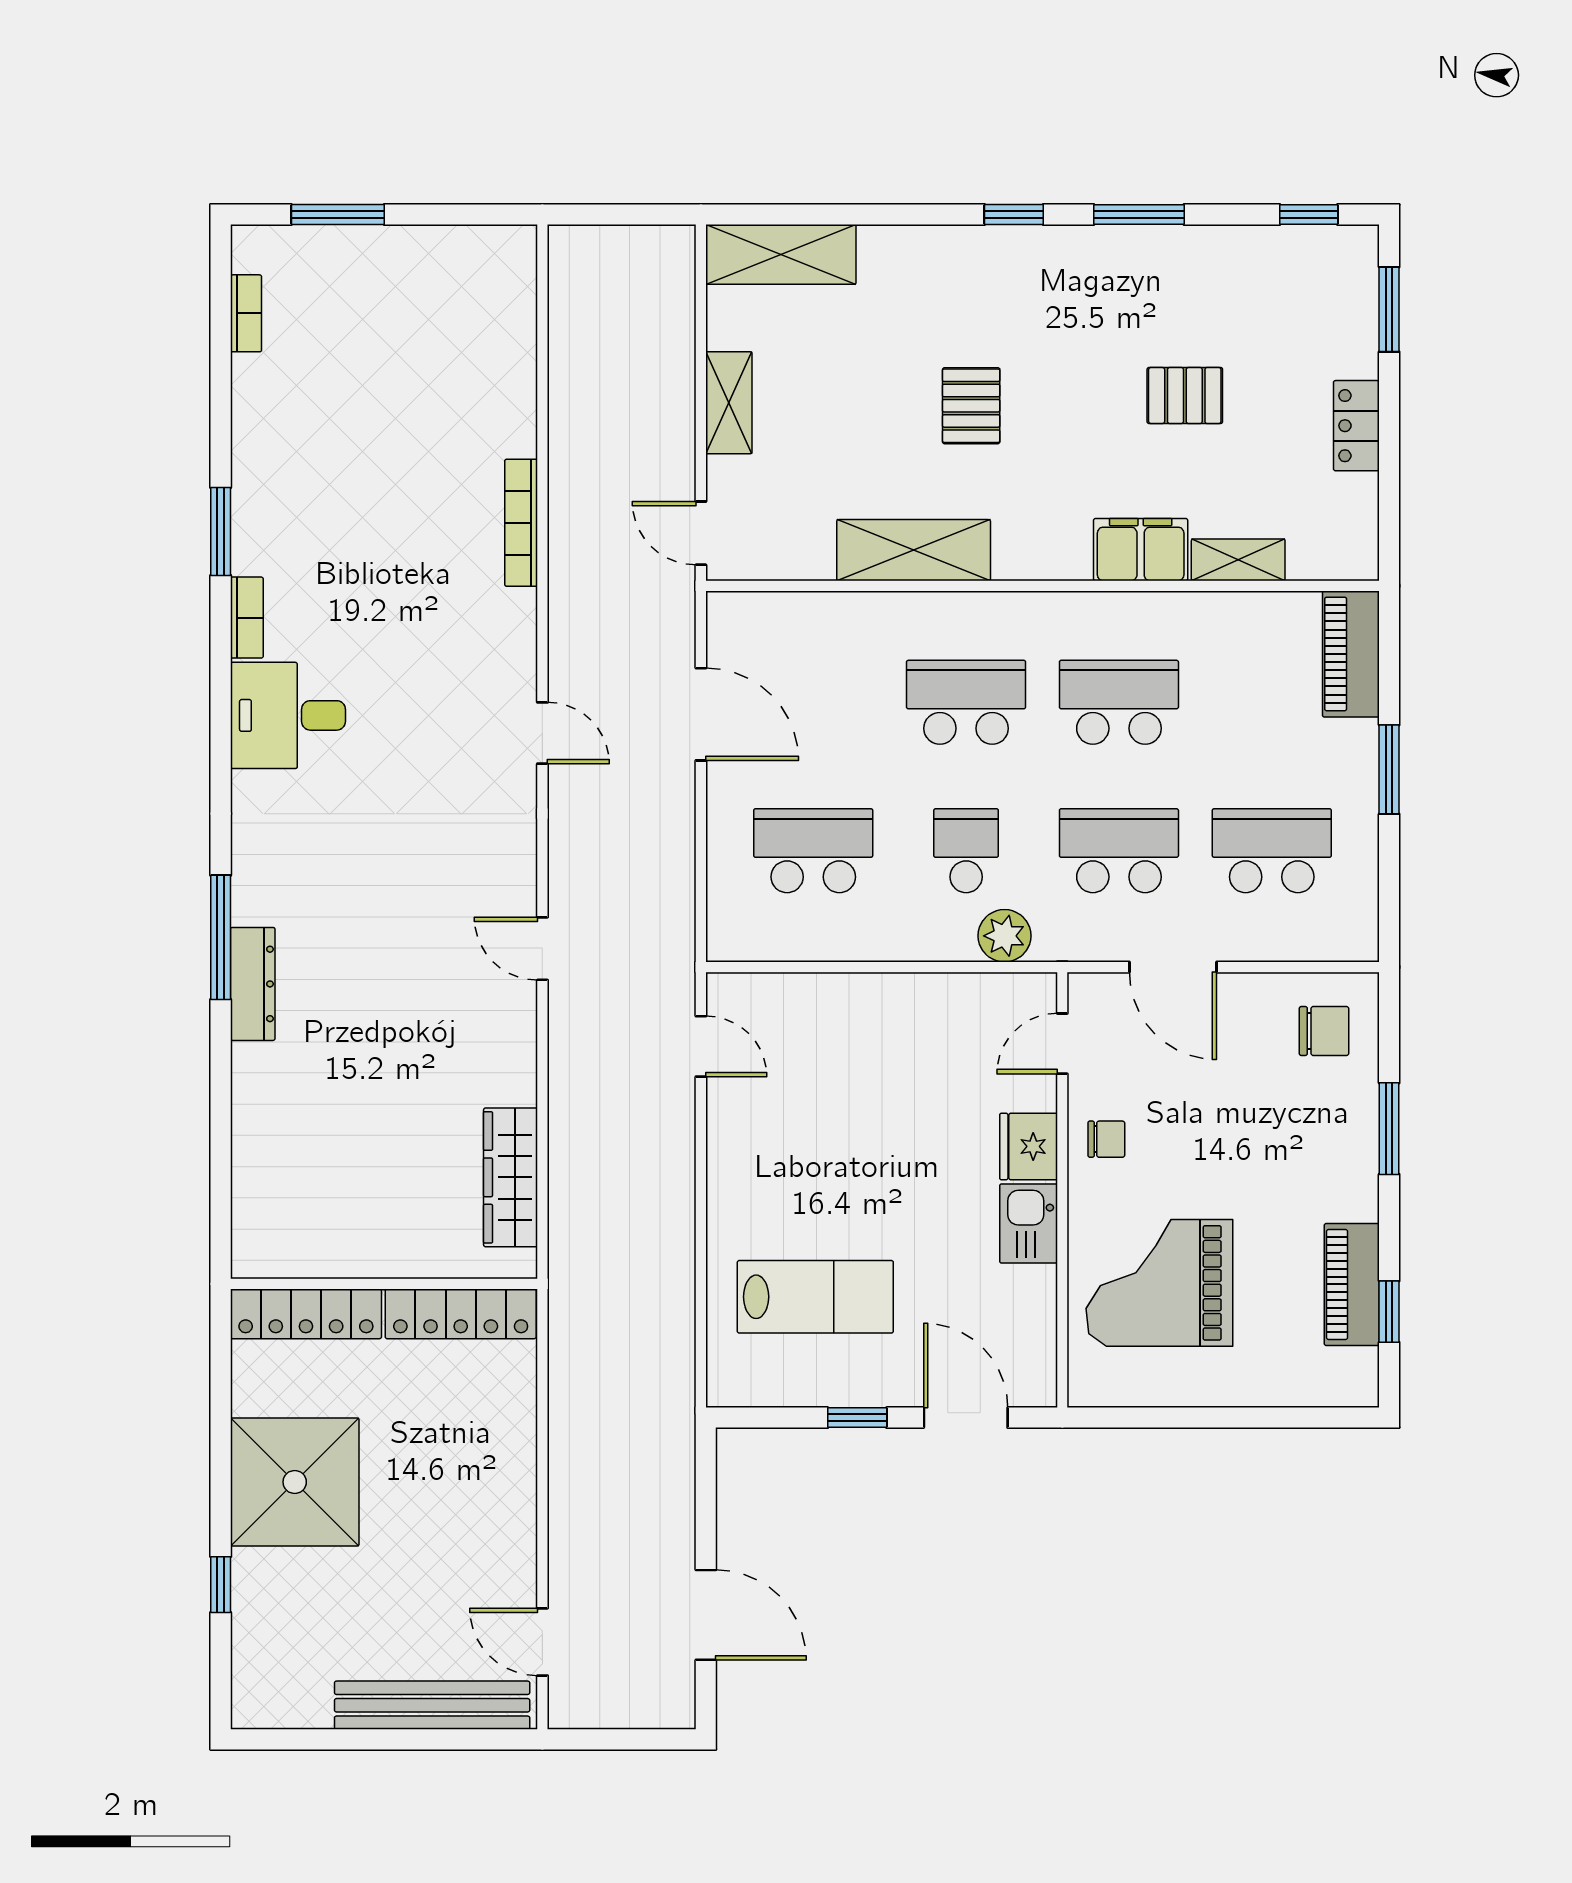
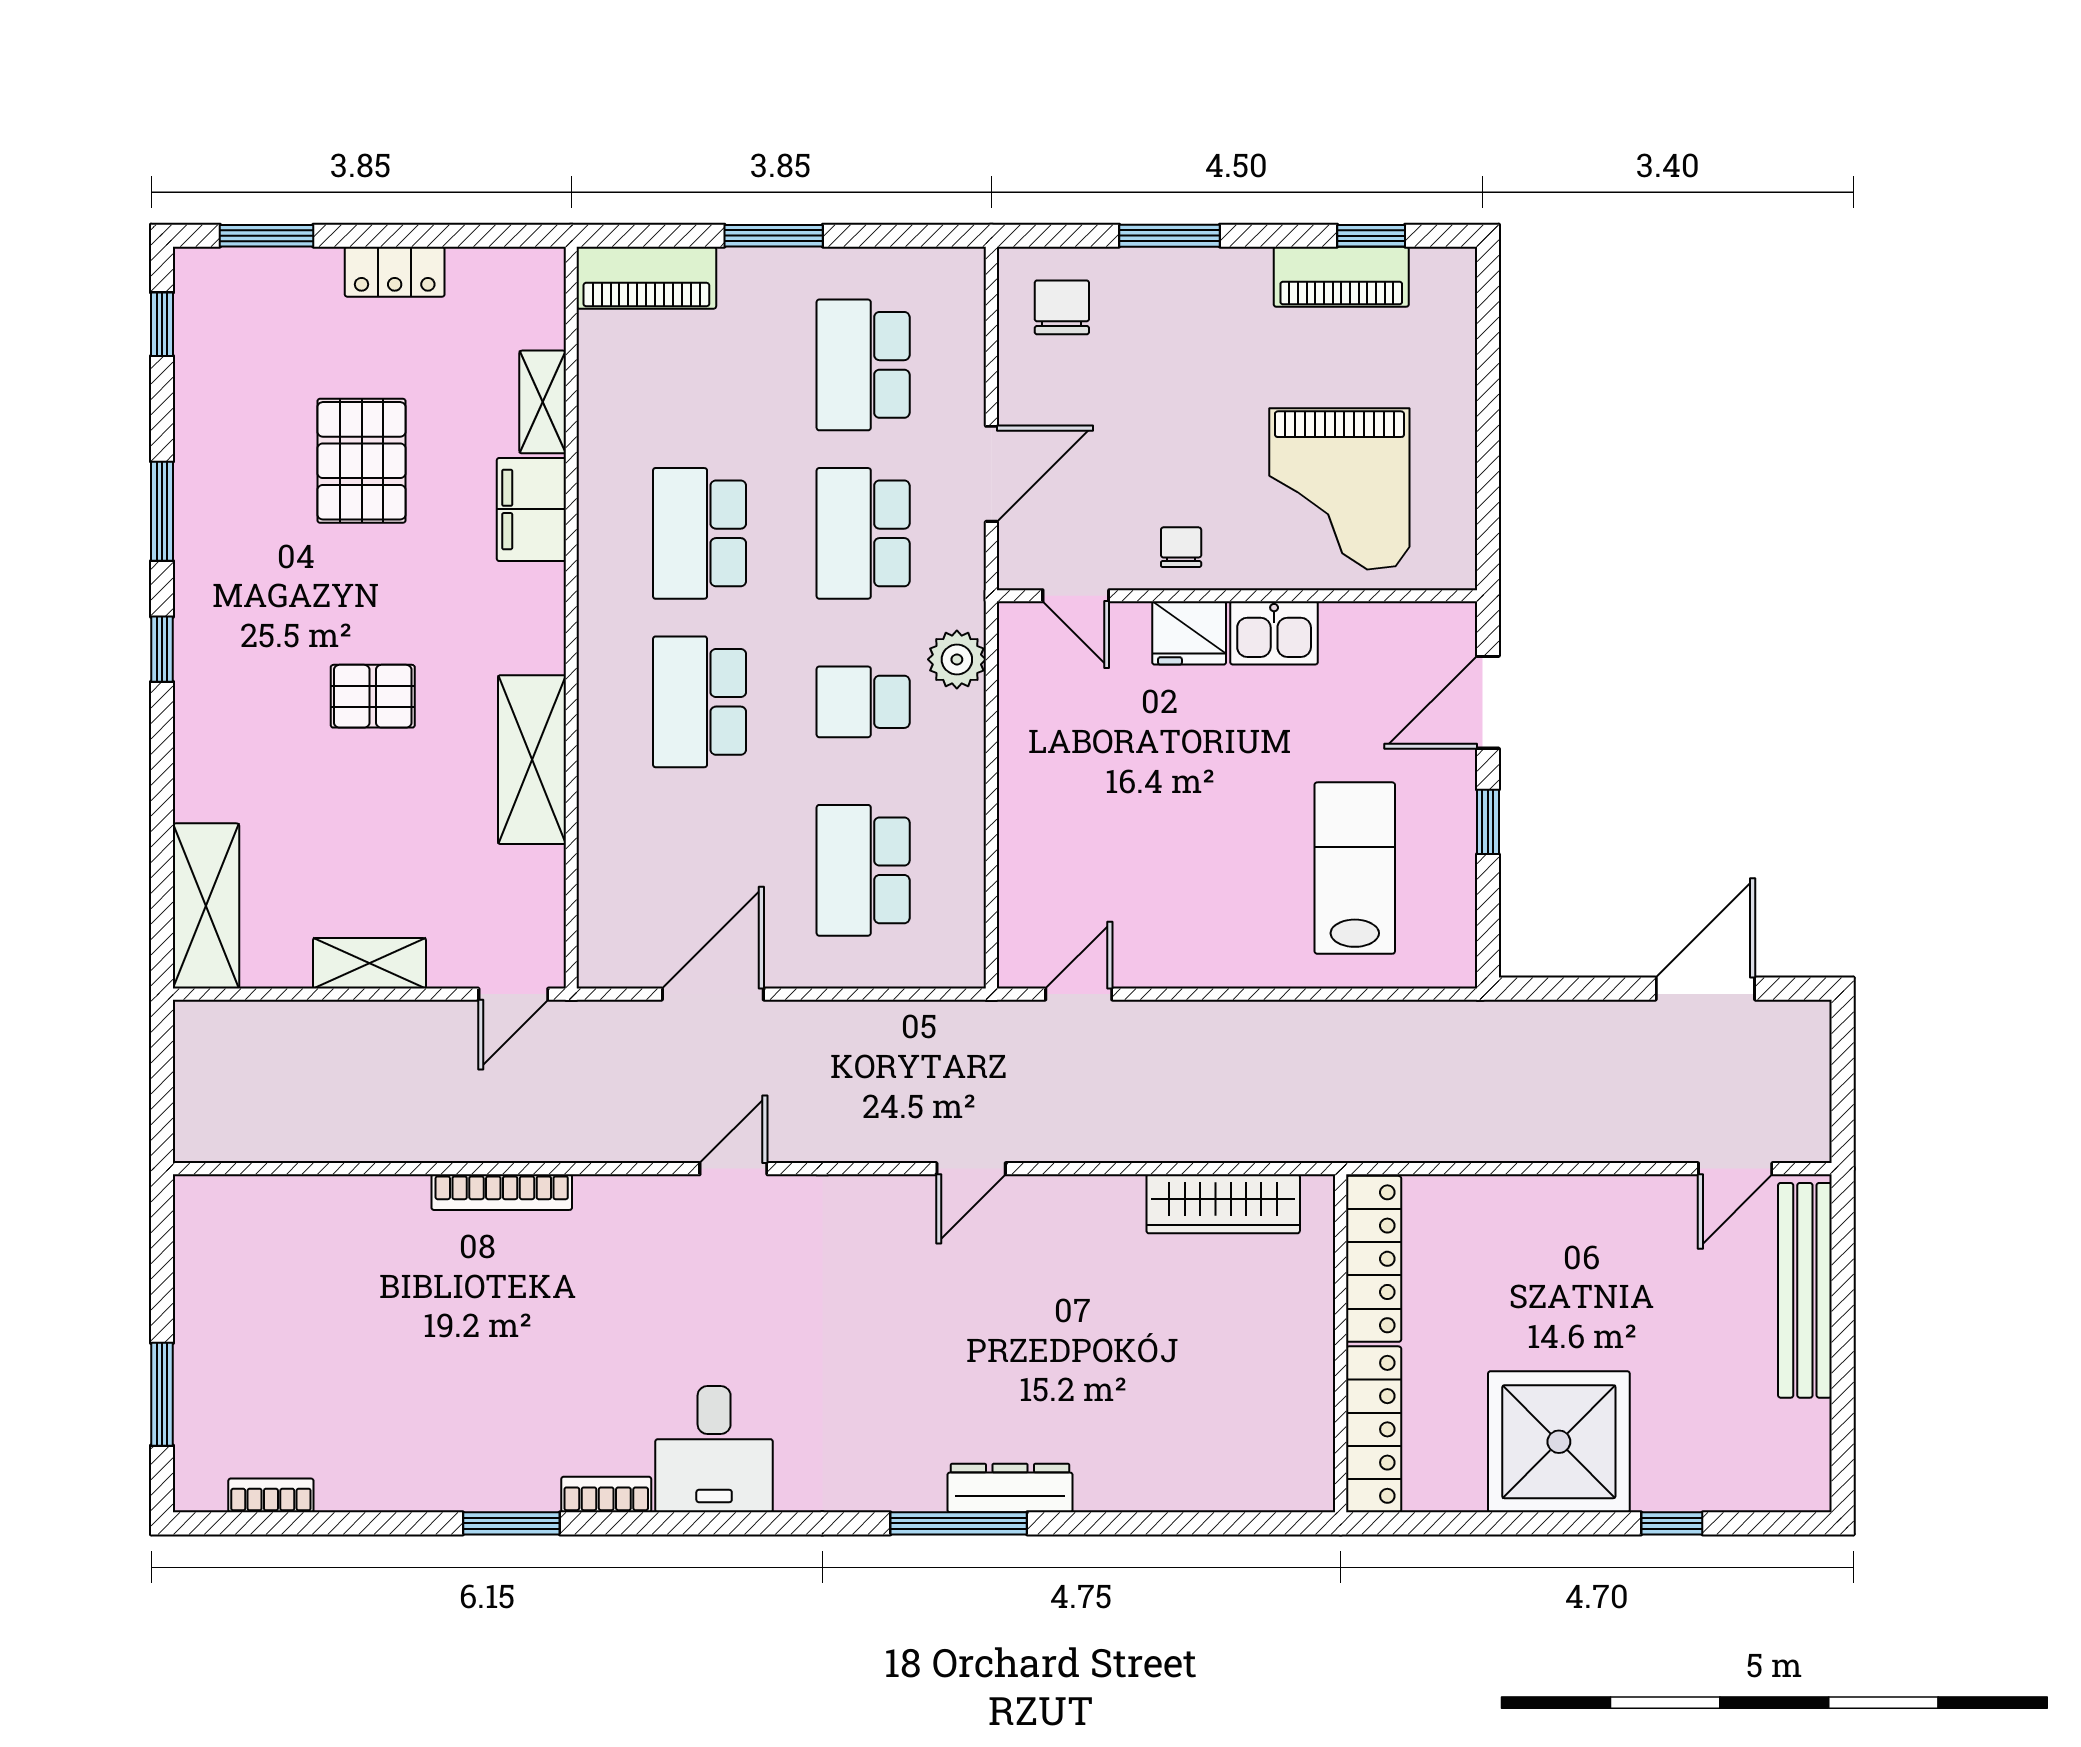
pallet: (1185, 396) -> (362, 461), width x1.50, depth x1.42

